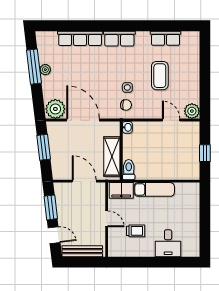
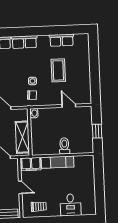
plant: (192, 111) -> (85, 98), removed
toilet: (129, 170) -> (64, 146), moved
trolley: (136, 231) -> (39, 207), moved

